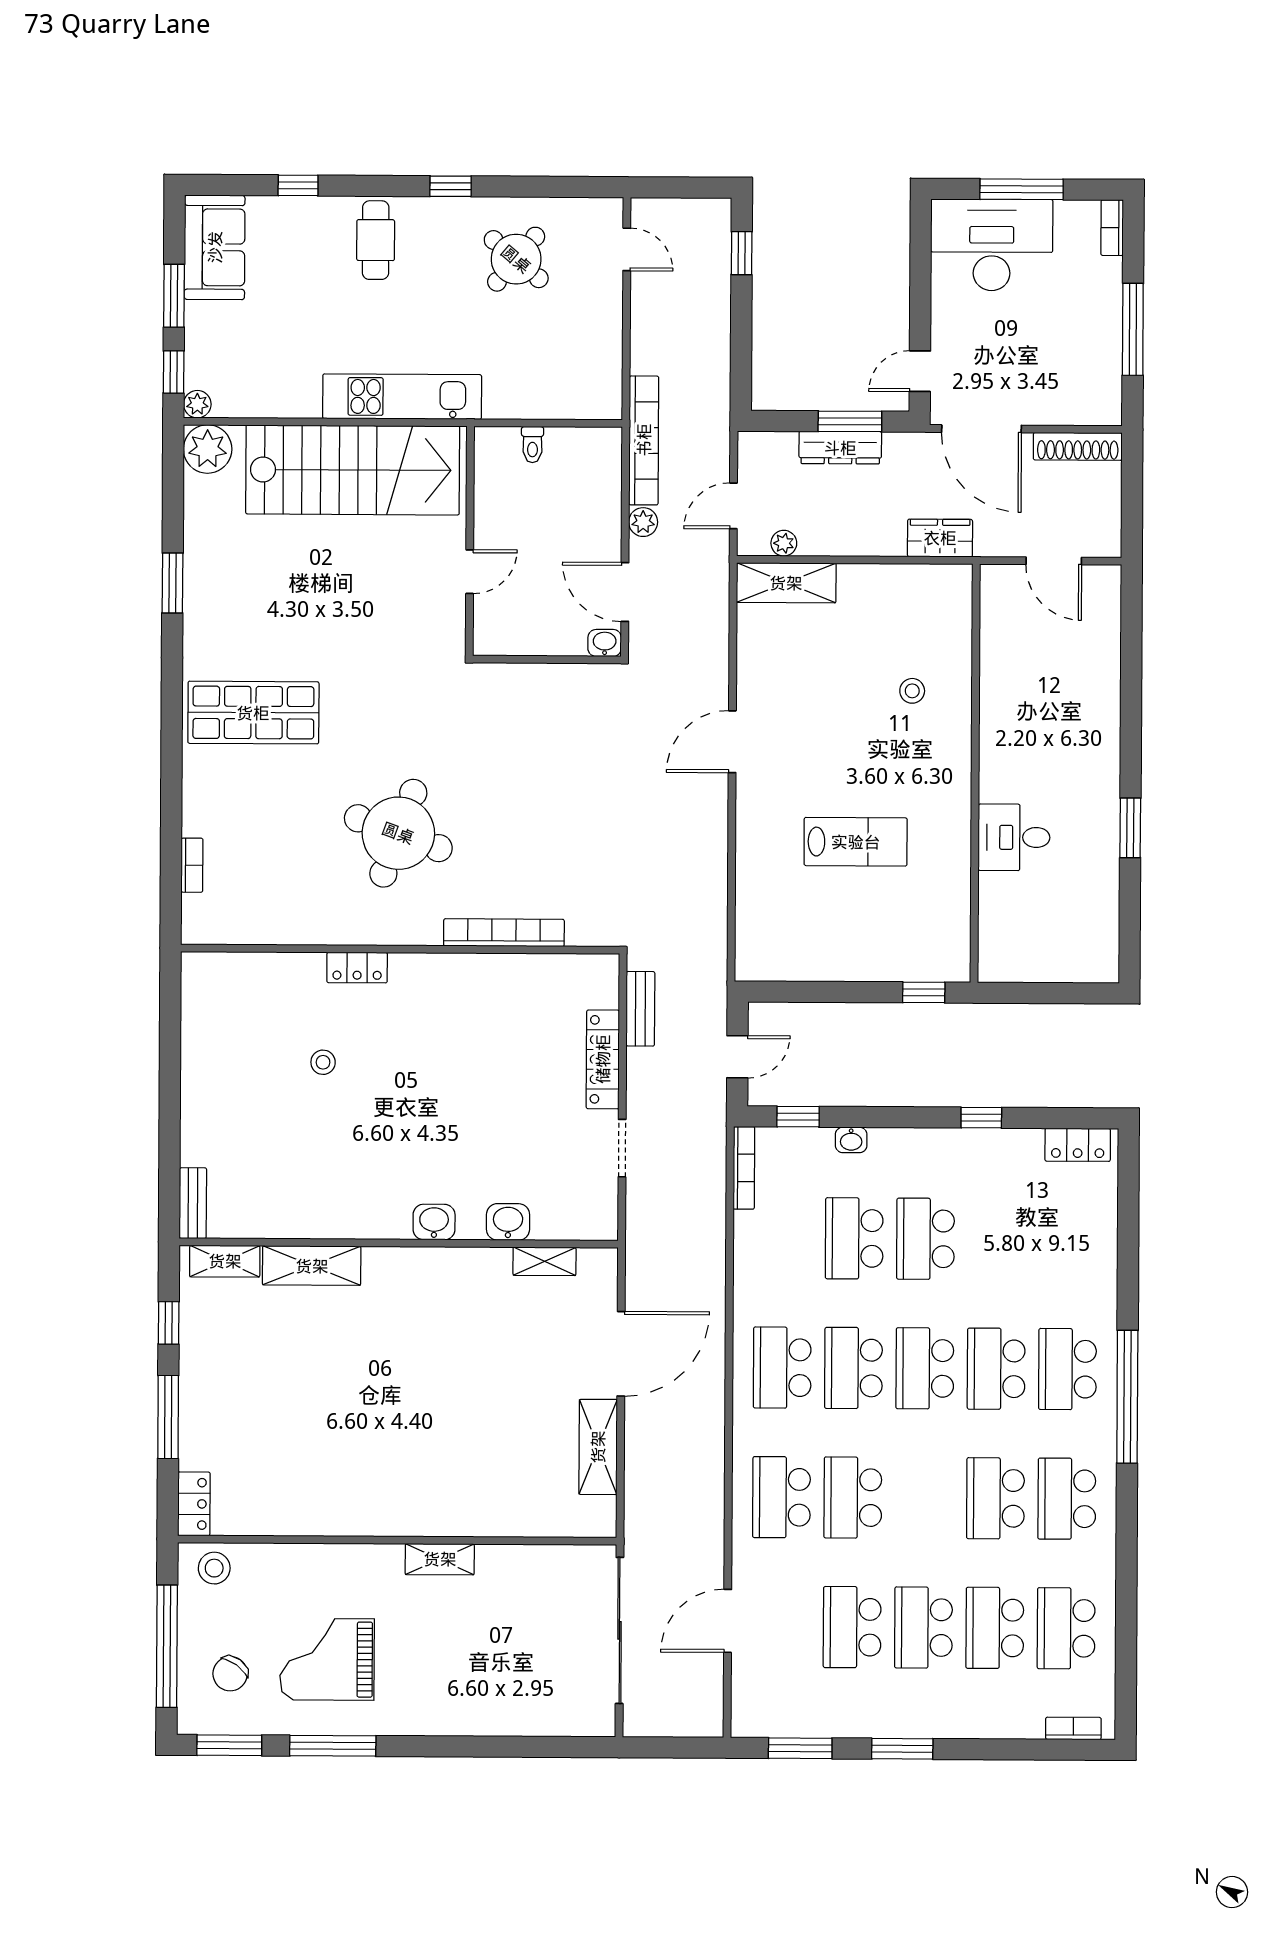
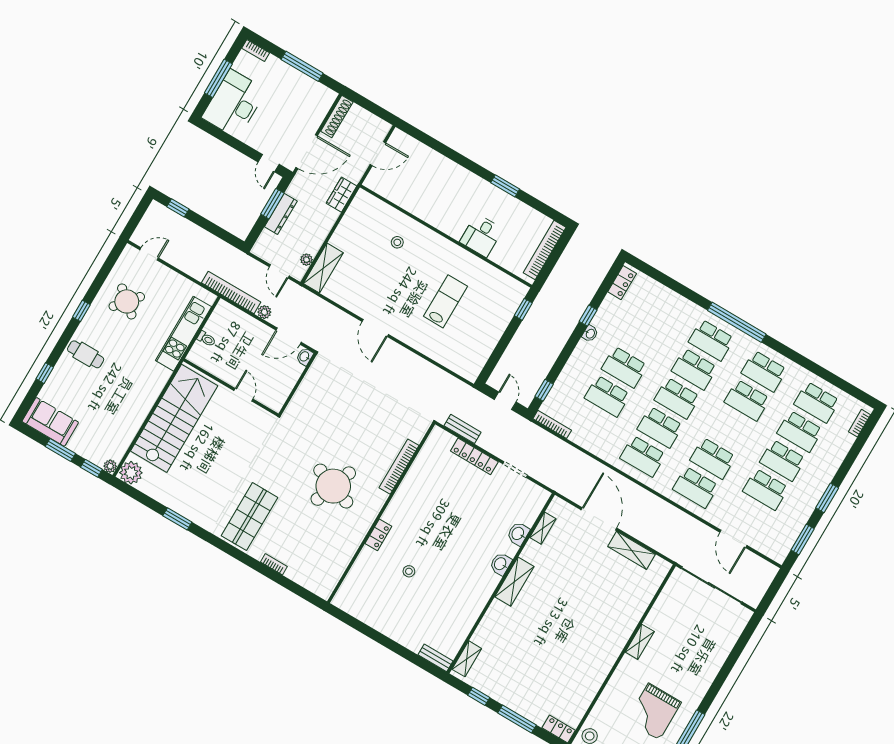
kitchen unit: (402, 397) -> (184, 334), moved
bookcase: (192, 865) -> (274, 564), moved
bookcase: (1055, 968) -> (545, 250), added
washbasin: (851, 1140) -> (590, 334), moved
shelving: (312, 1266) -> (514, 582), moved

